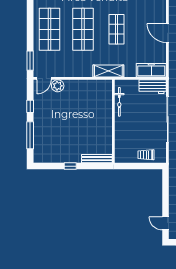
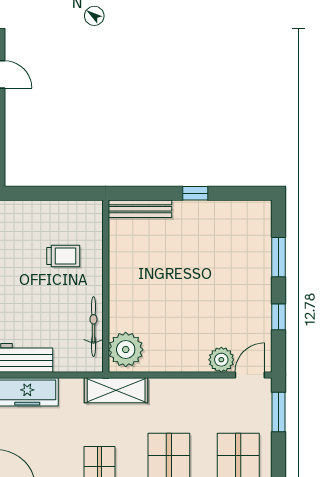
plant: (104, 91) -> (126, 350), added
window: (30, 135) -> (279, 257), width x0.69
trolley: (146, 155) -> (63, 256), moved

